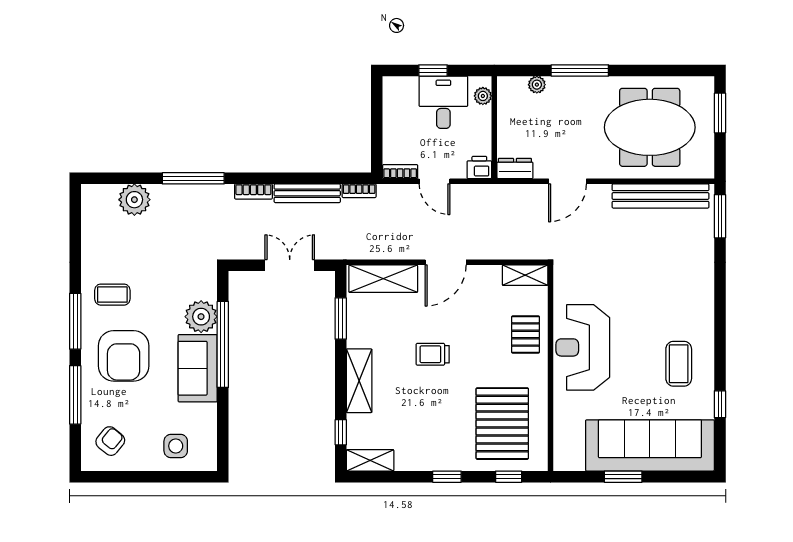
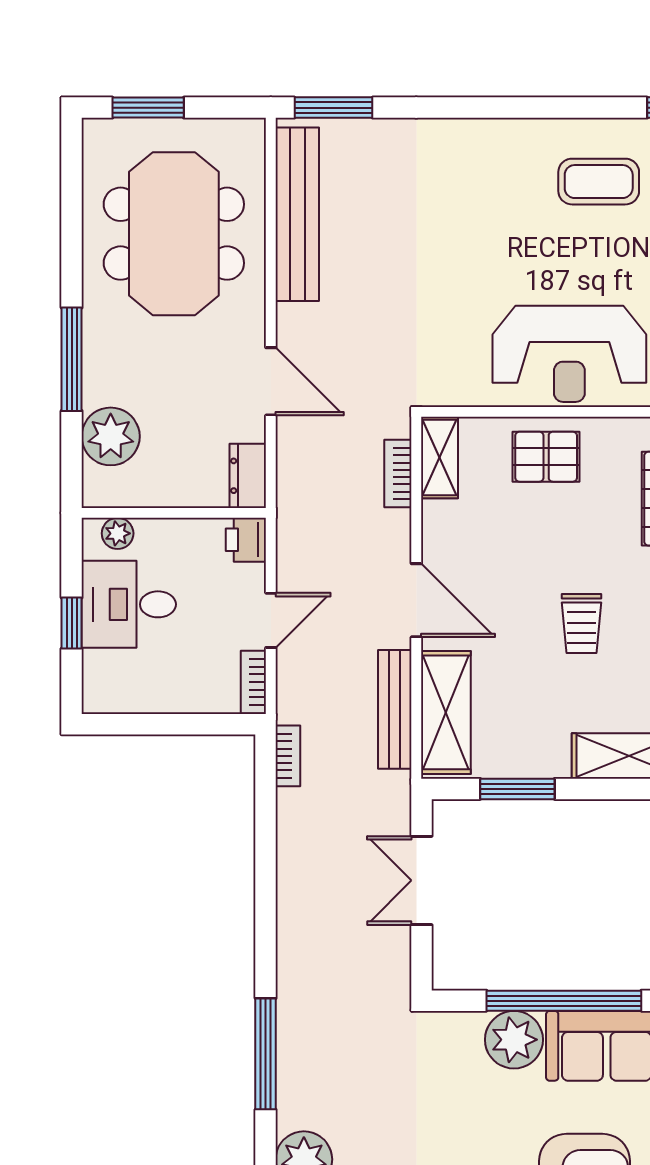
plant: (537, 85) -> (111, 436), width x1.88, depth x1.88
bookcase: (253, 192) -> (398, 473), moved, turned 180
bench: (307, 193) -> (395, 709), moved

